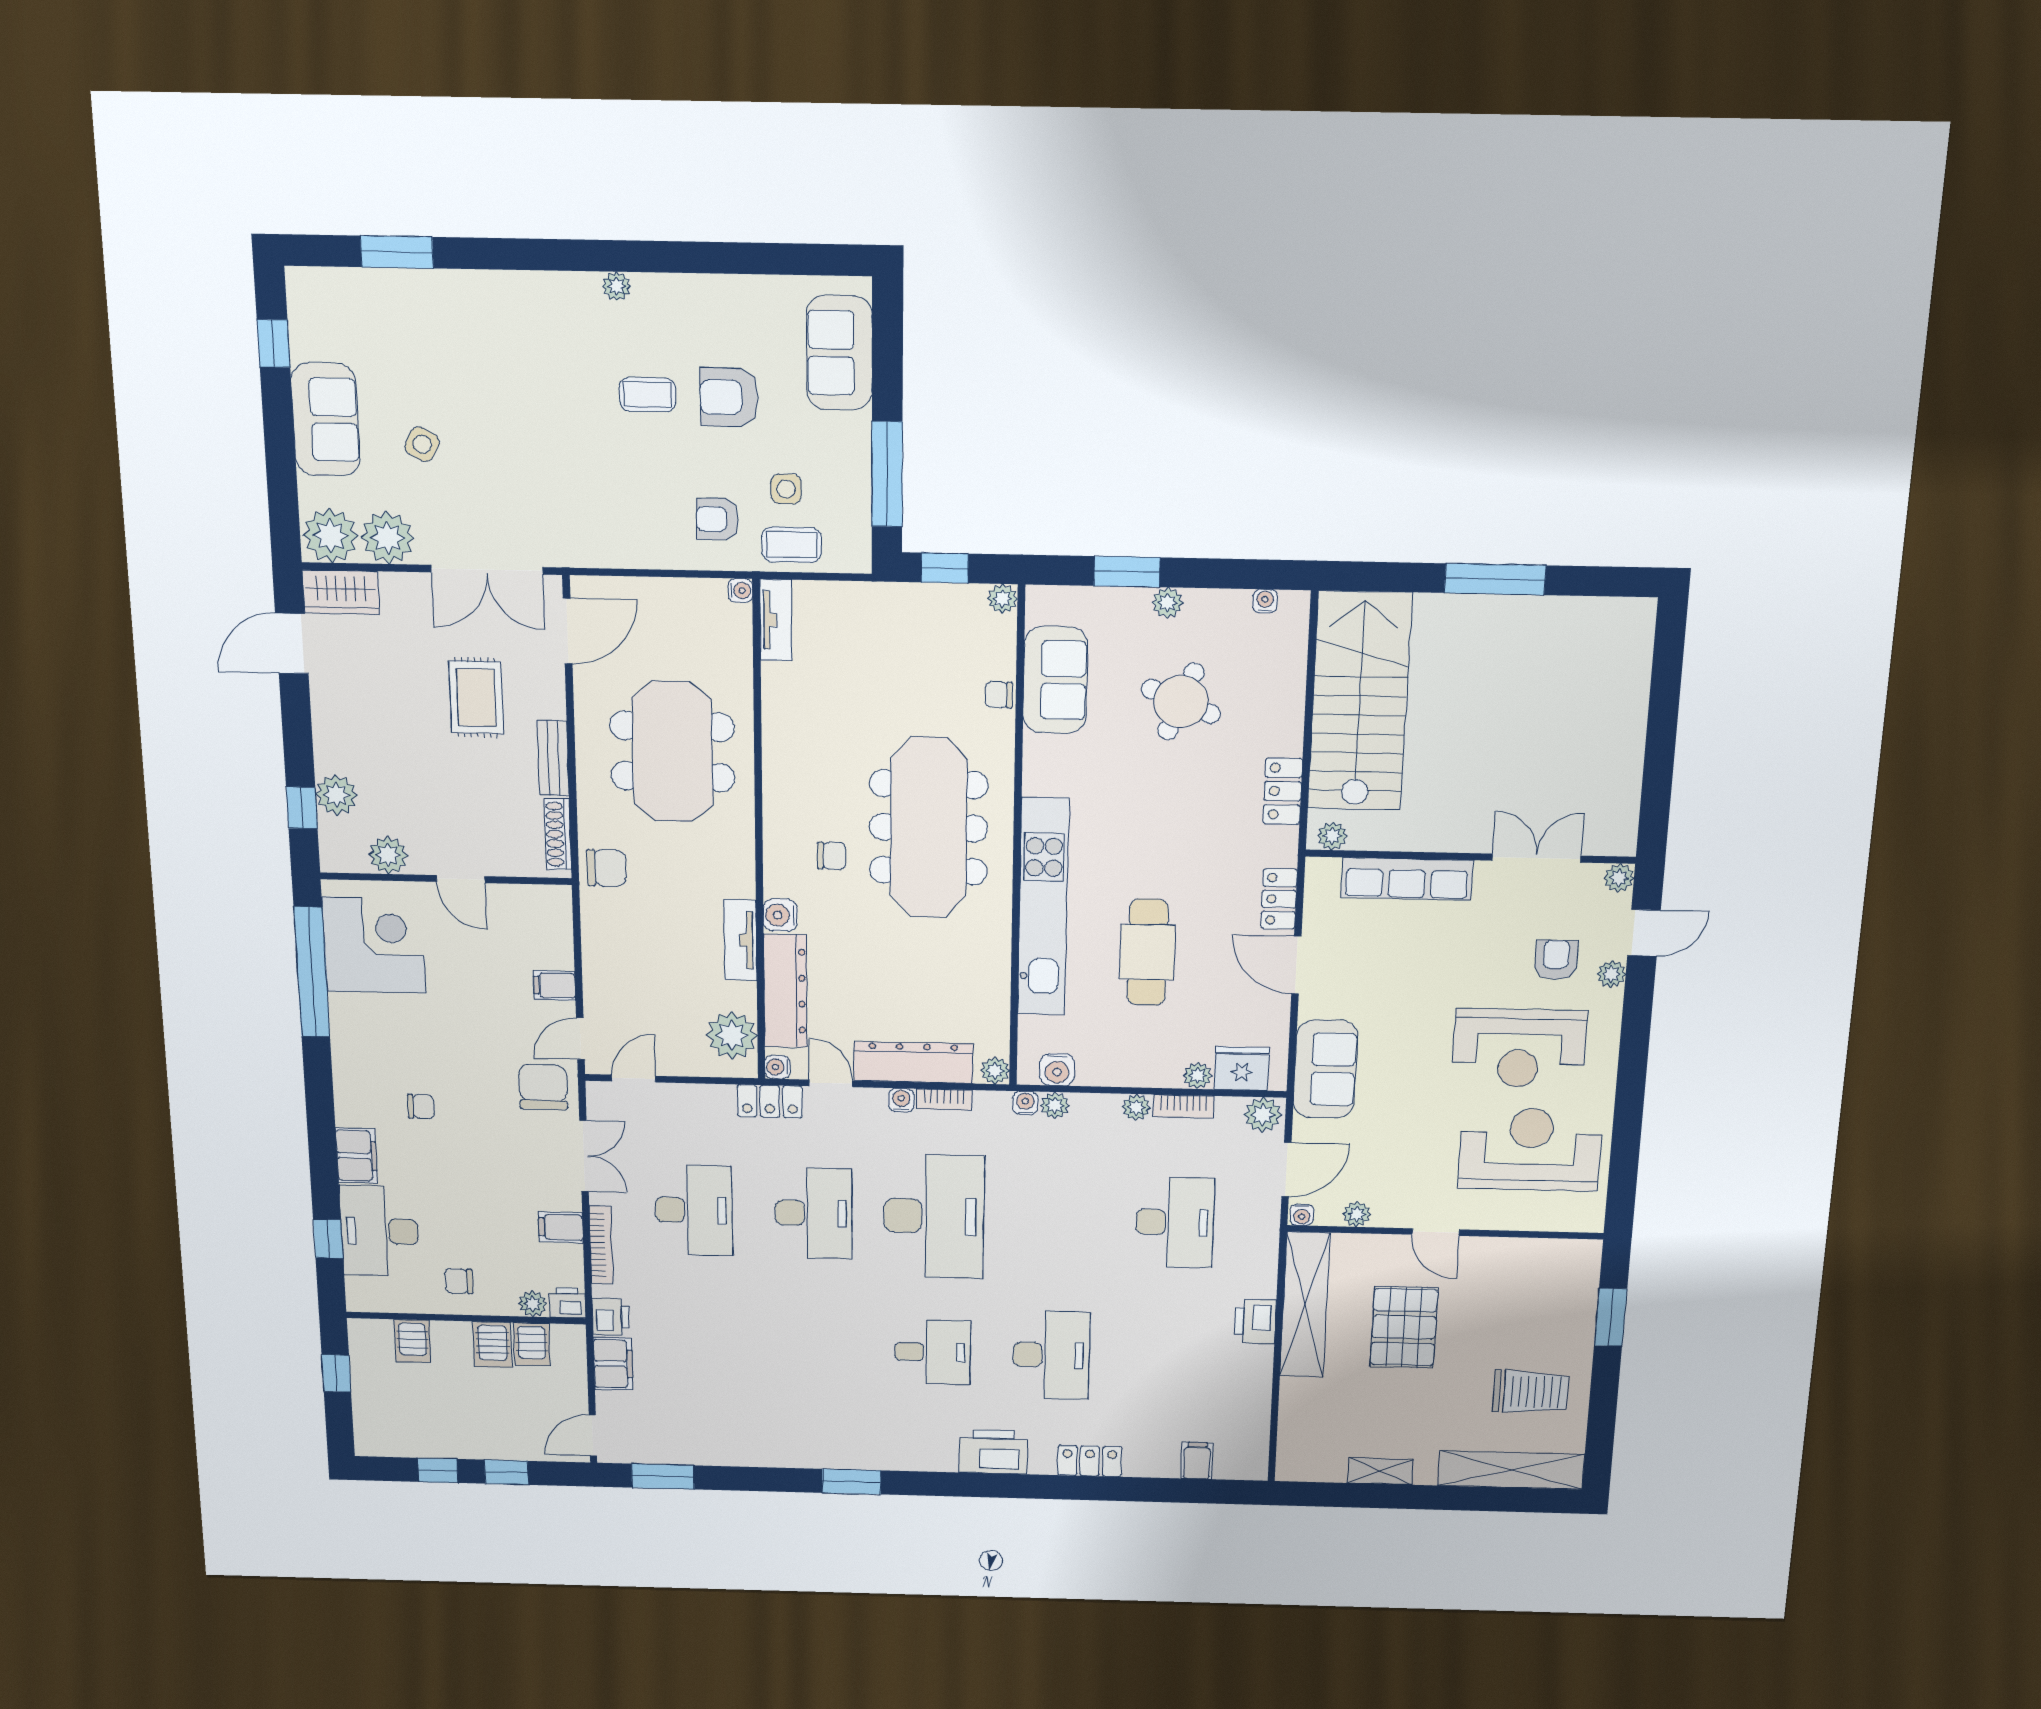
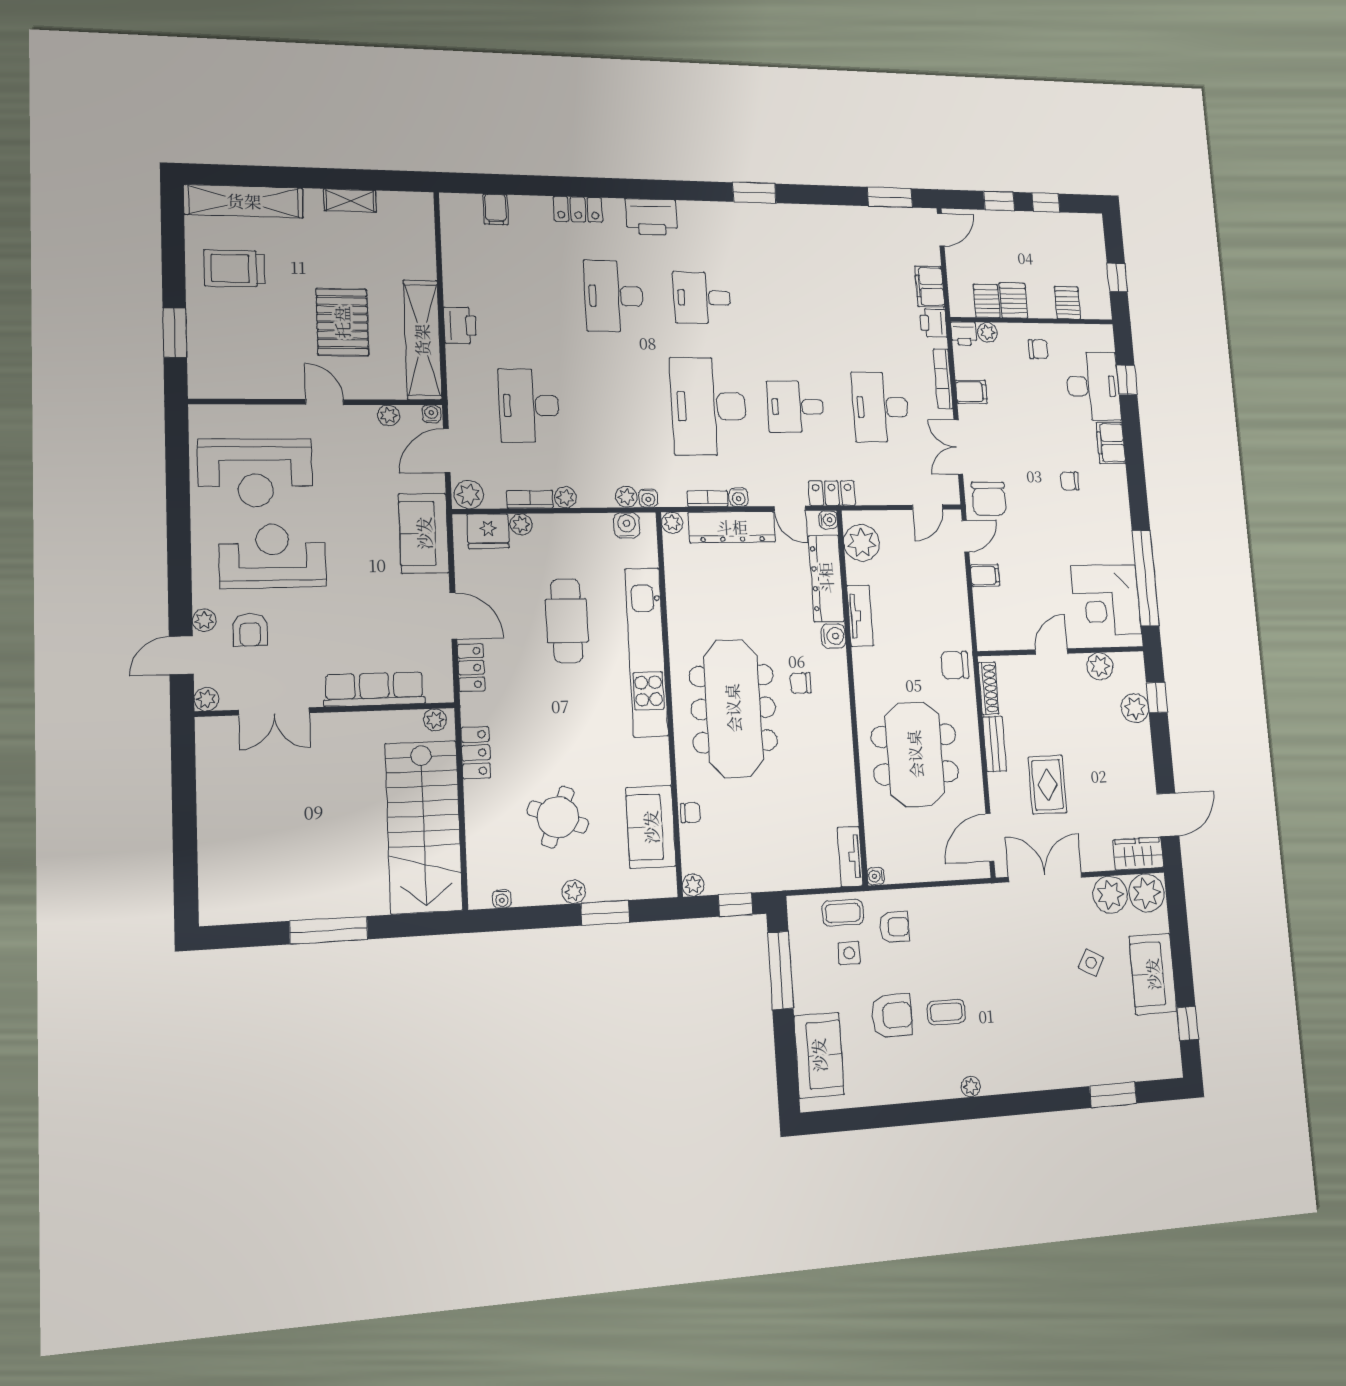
door: (461, 879) -> (1051, 651), hinge flipped
desk: (814, 1213) -> (795, 407), width x0.73

